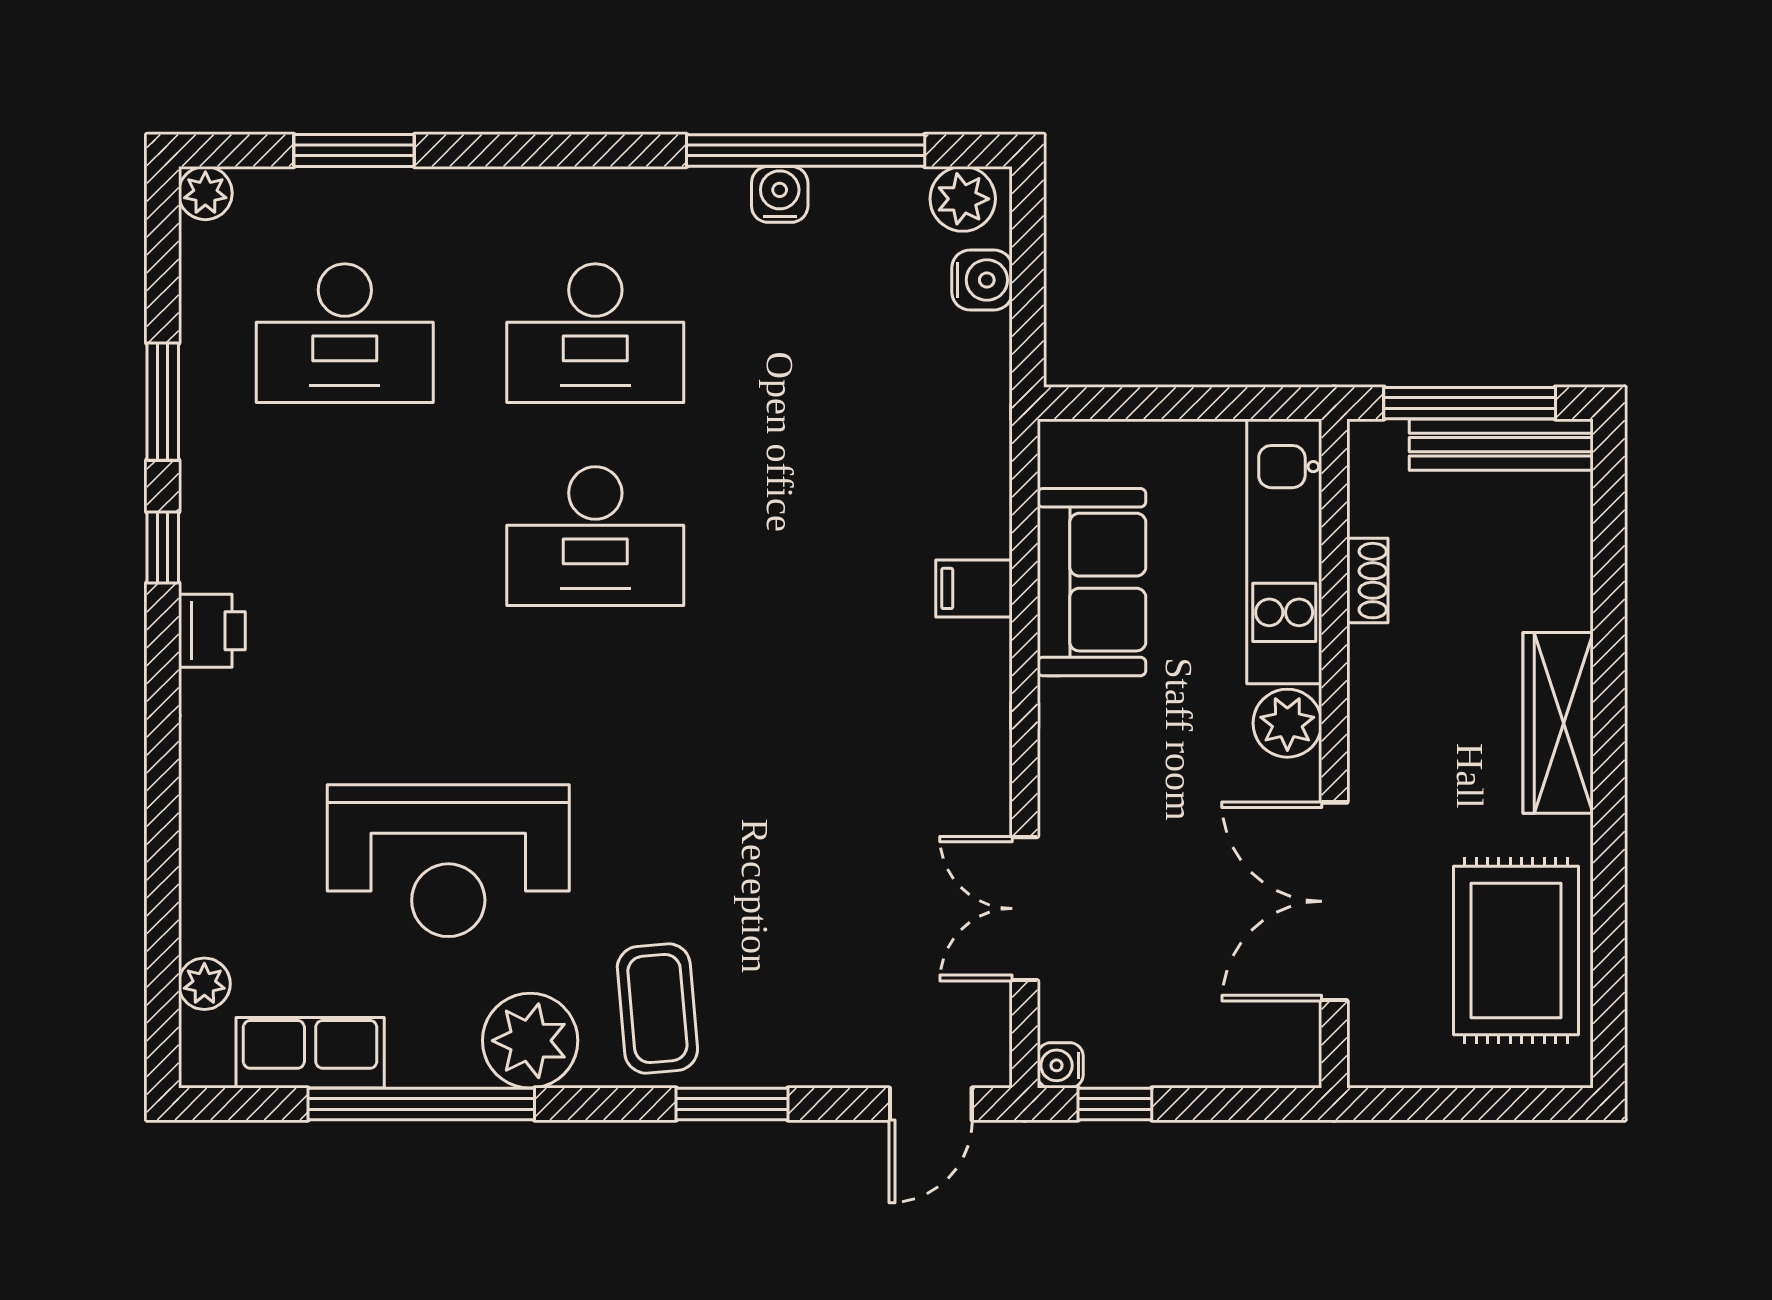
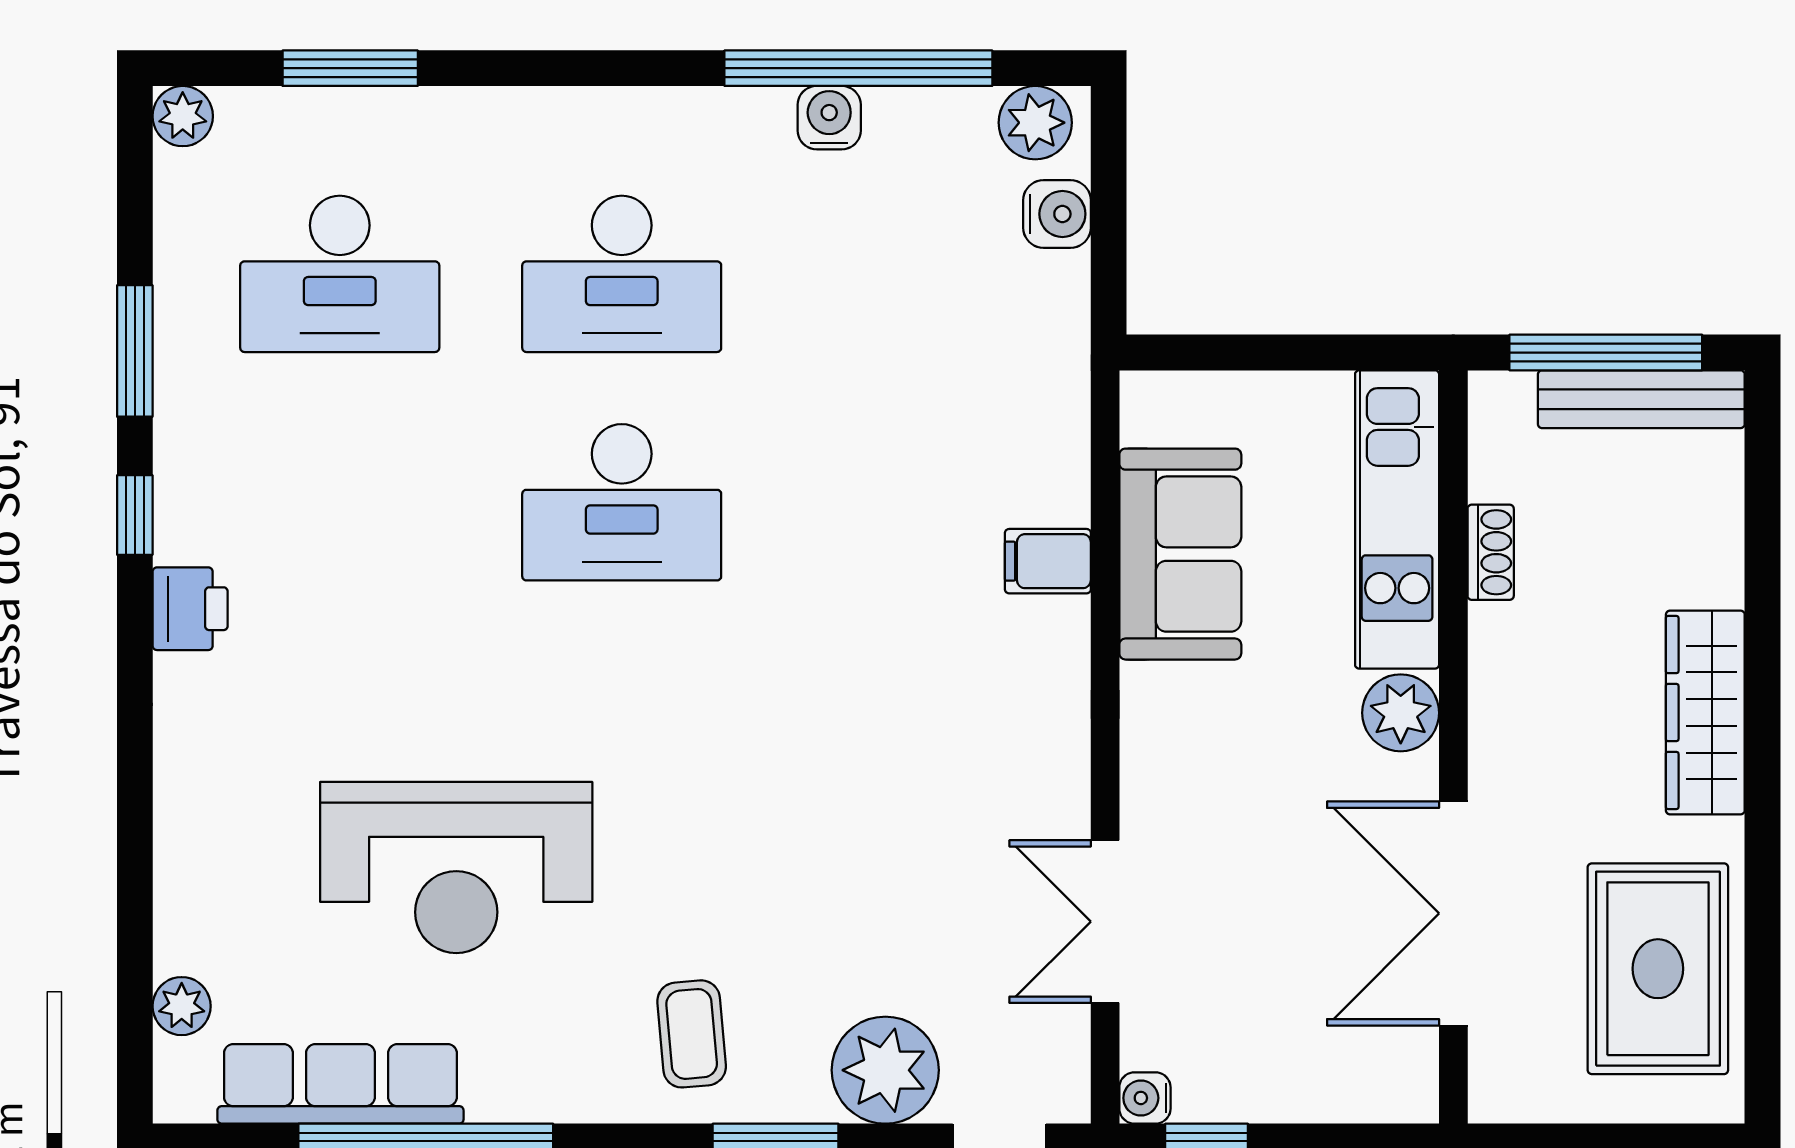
coffee table: (657, 1009) -> (692, 1034), width x0.73, depth x0.77
plant: (530, 1041) -> (885, 1070), moved
row of seats: (310, 1053) -> (340, 1084), width x1.48

